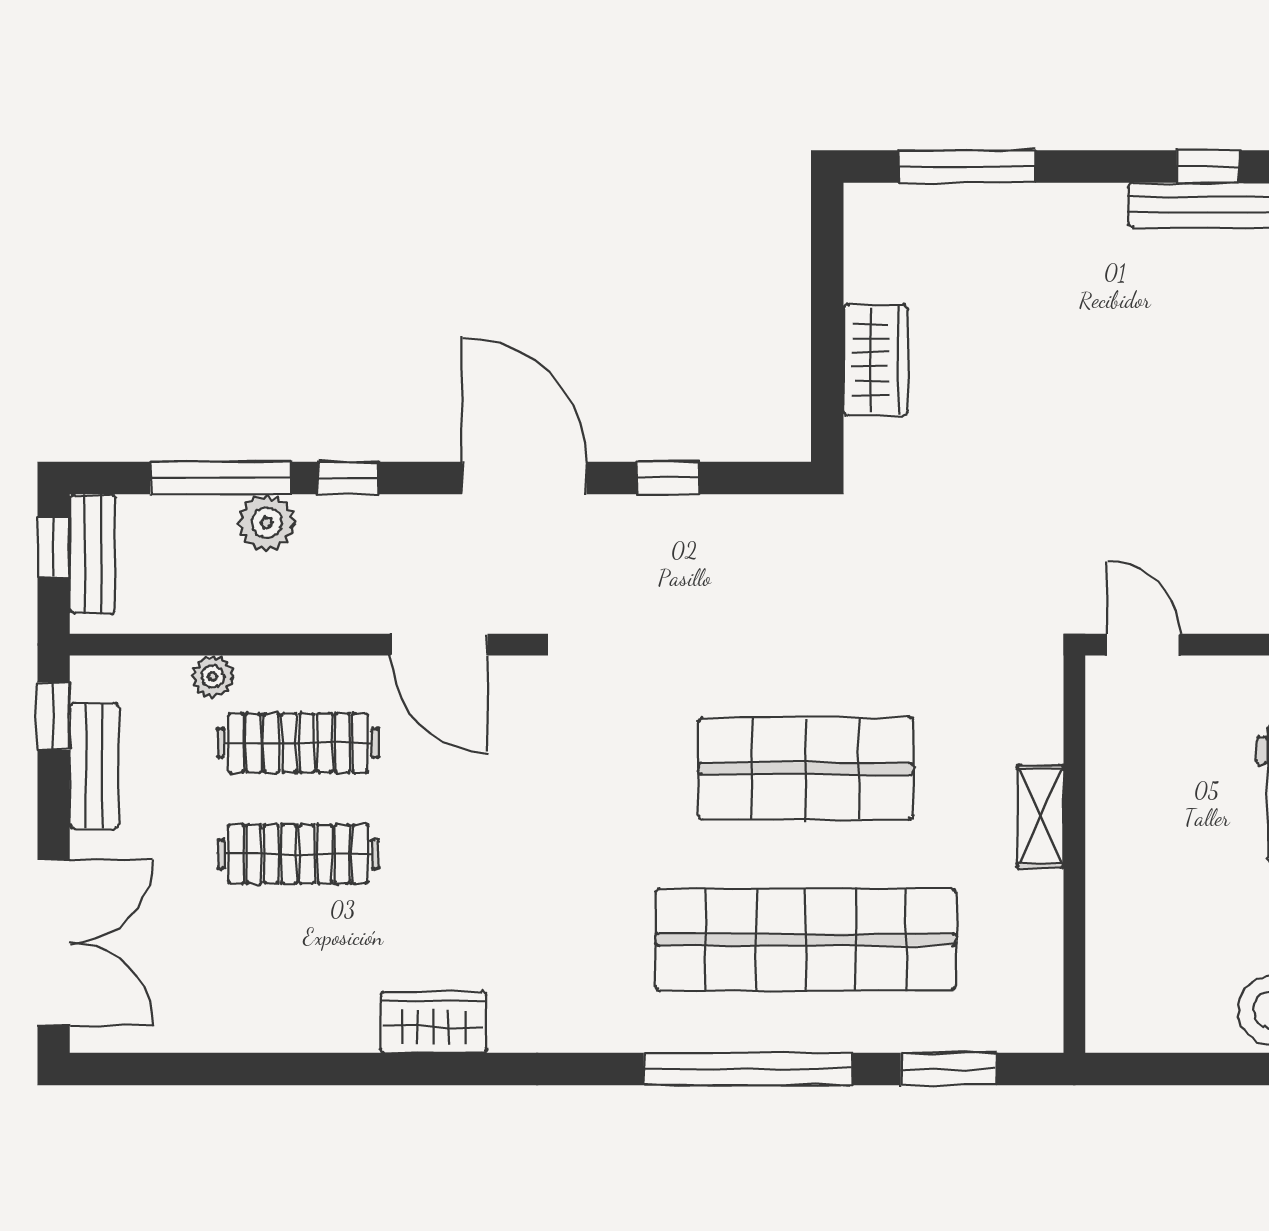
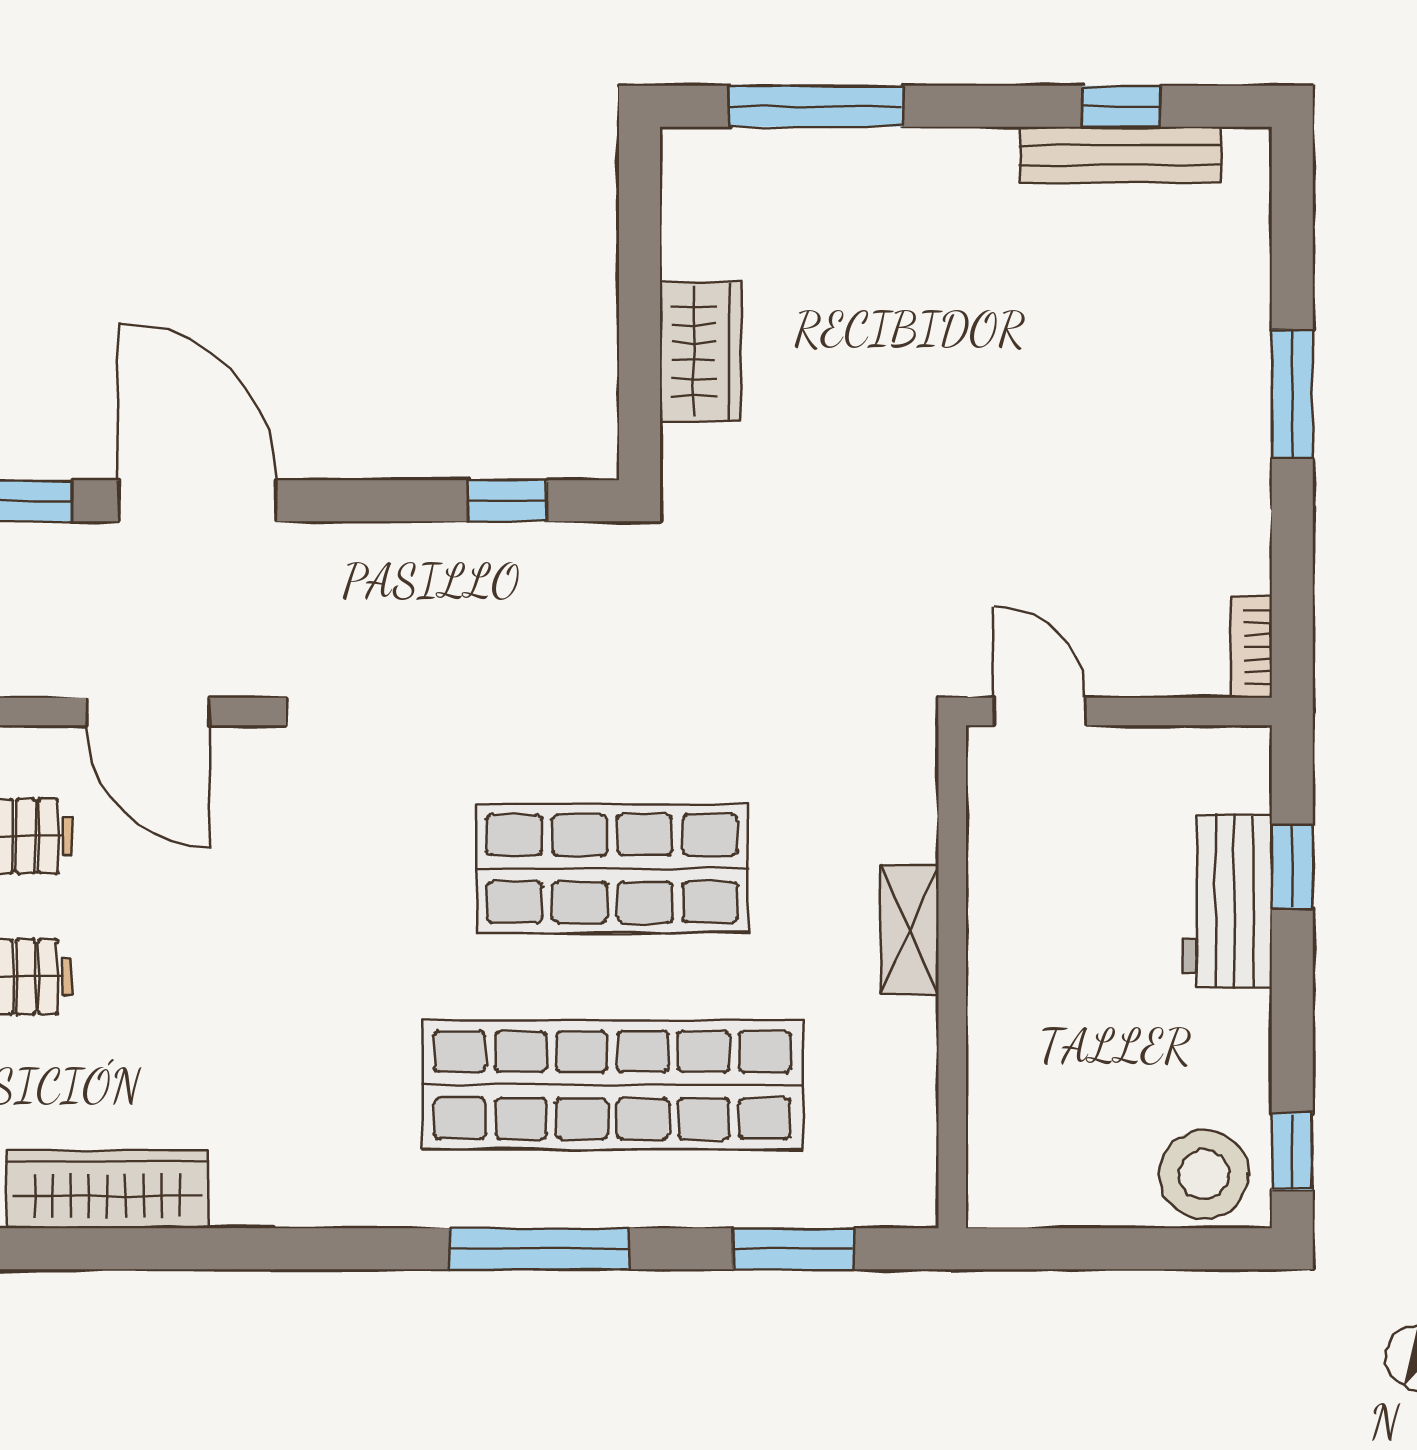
door: (524, 478) -> (198, 501), moved
window: (668, 478) -> (507, 501), moved
wardrobe: (433, 1022) -> (107, 1189), width x1.50
window: (748, 1069) -> (539, 1249), width x0.68

